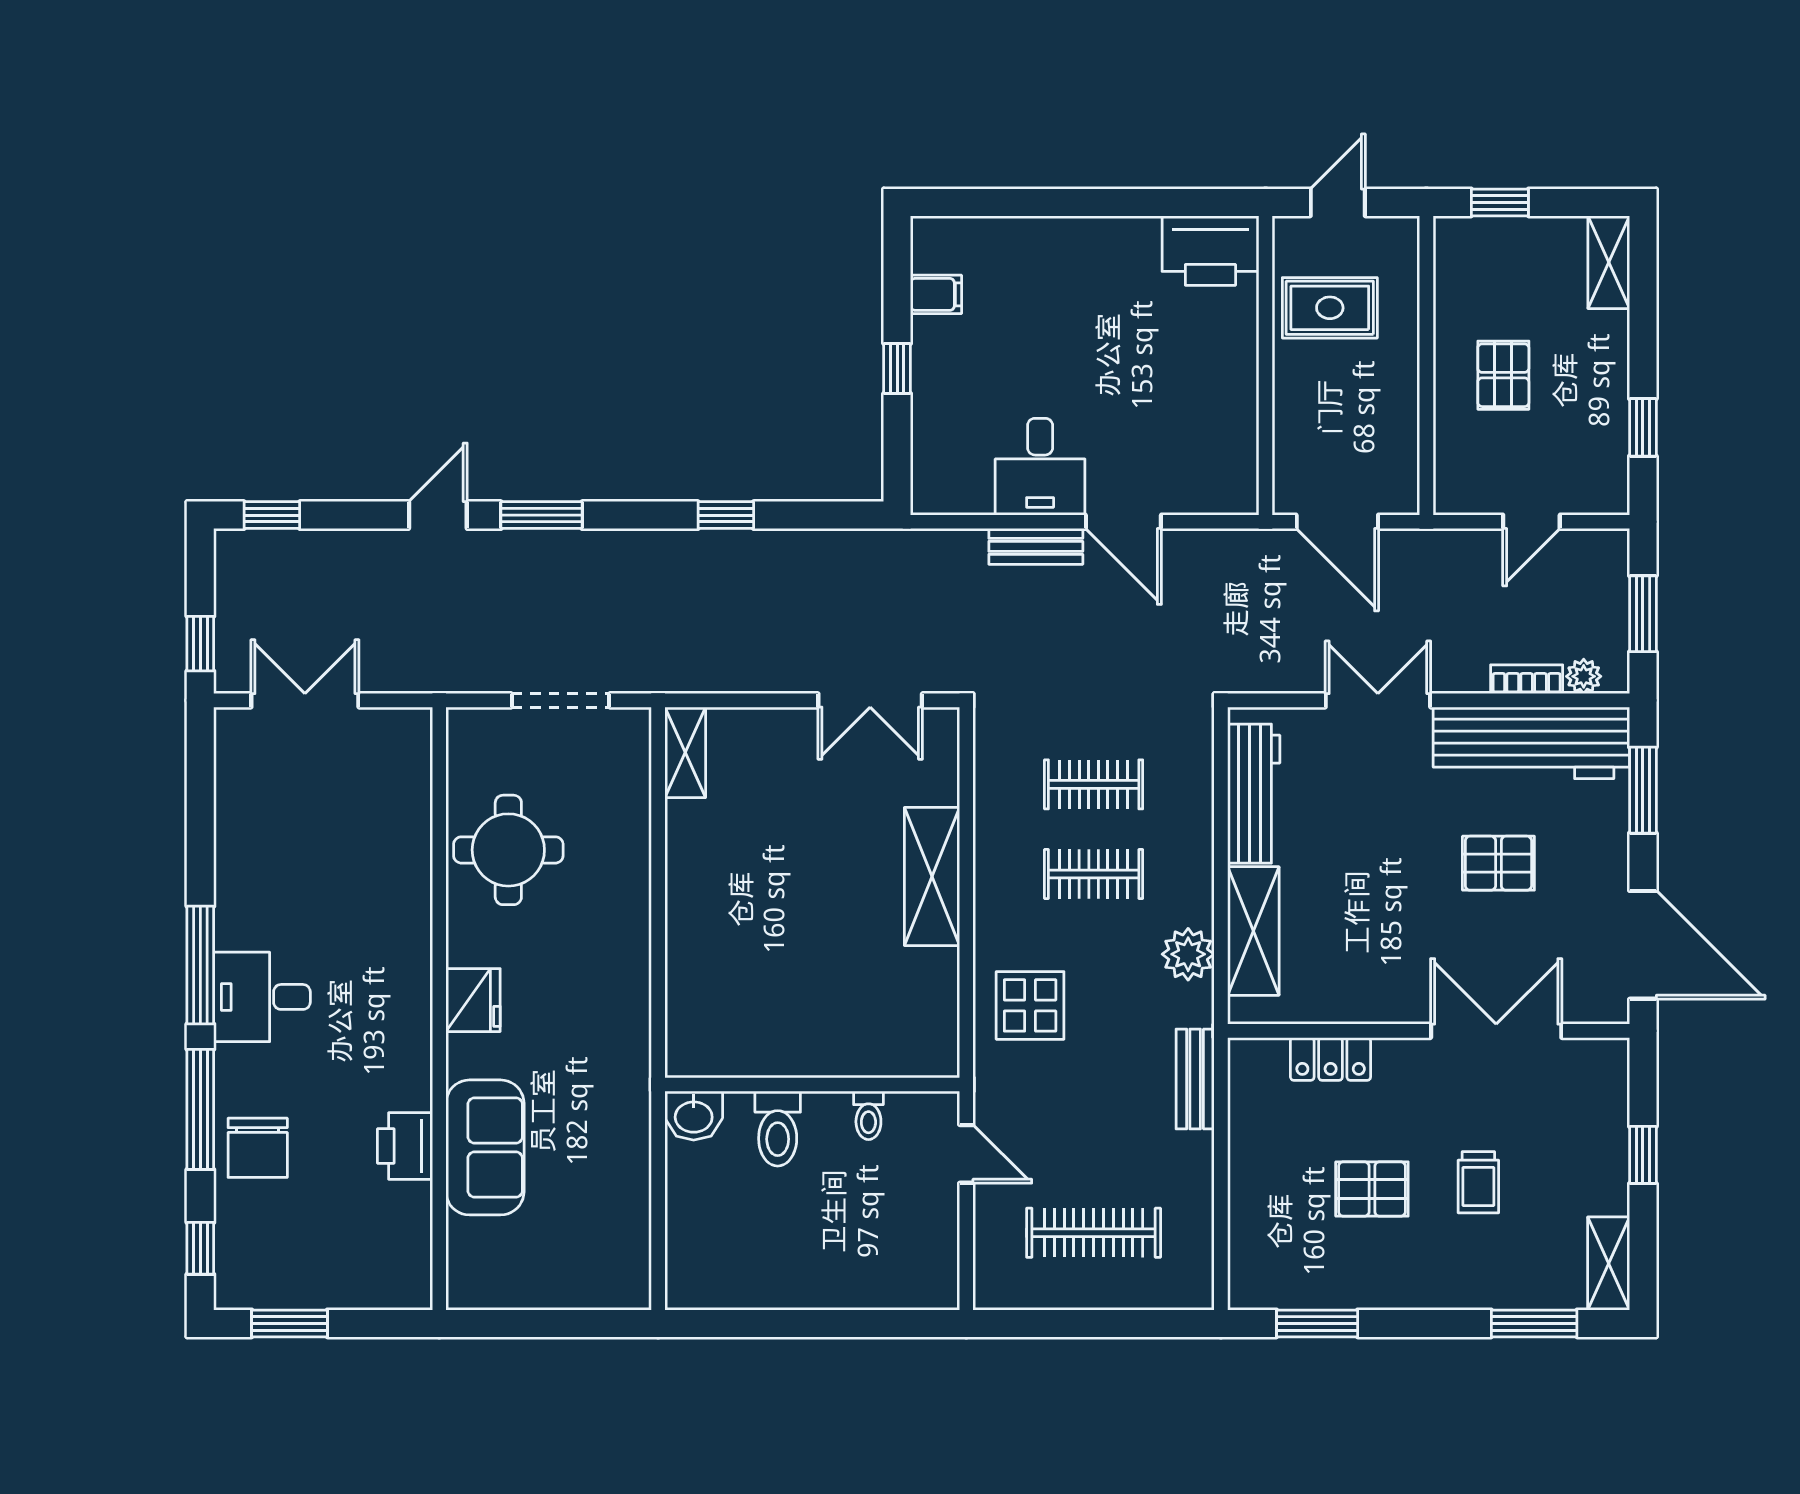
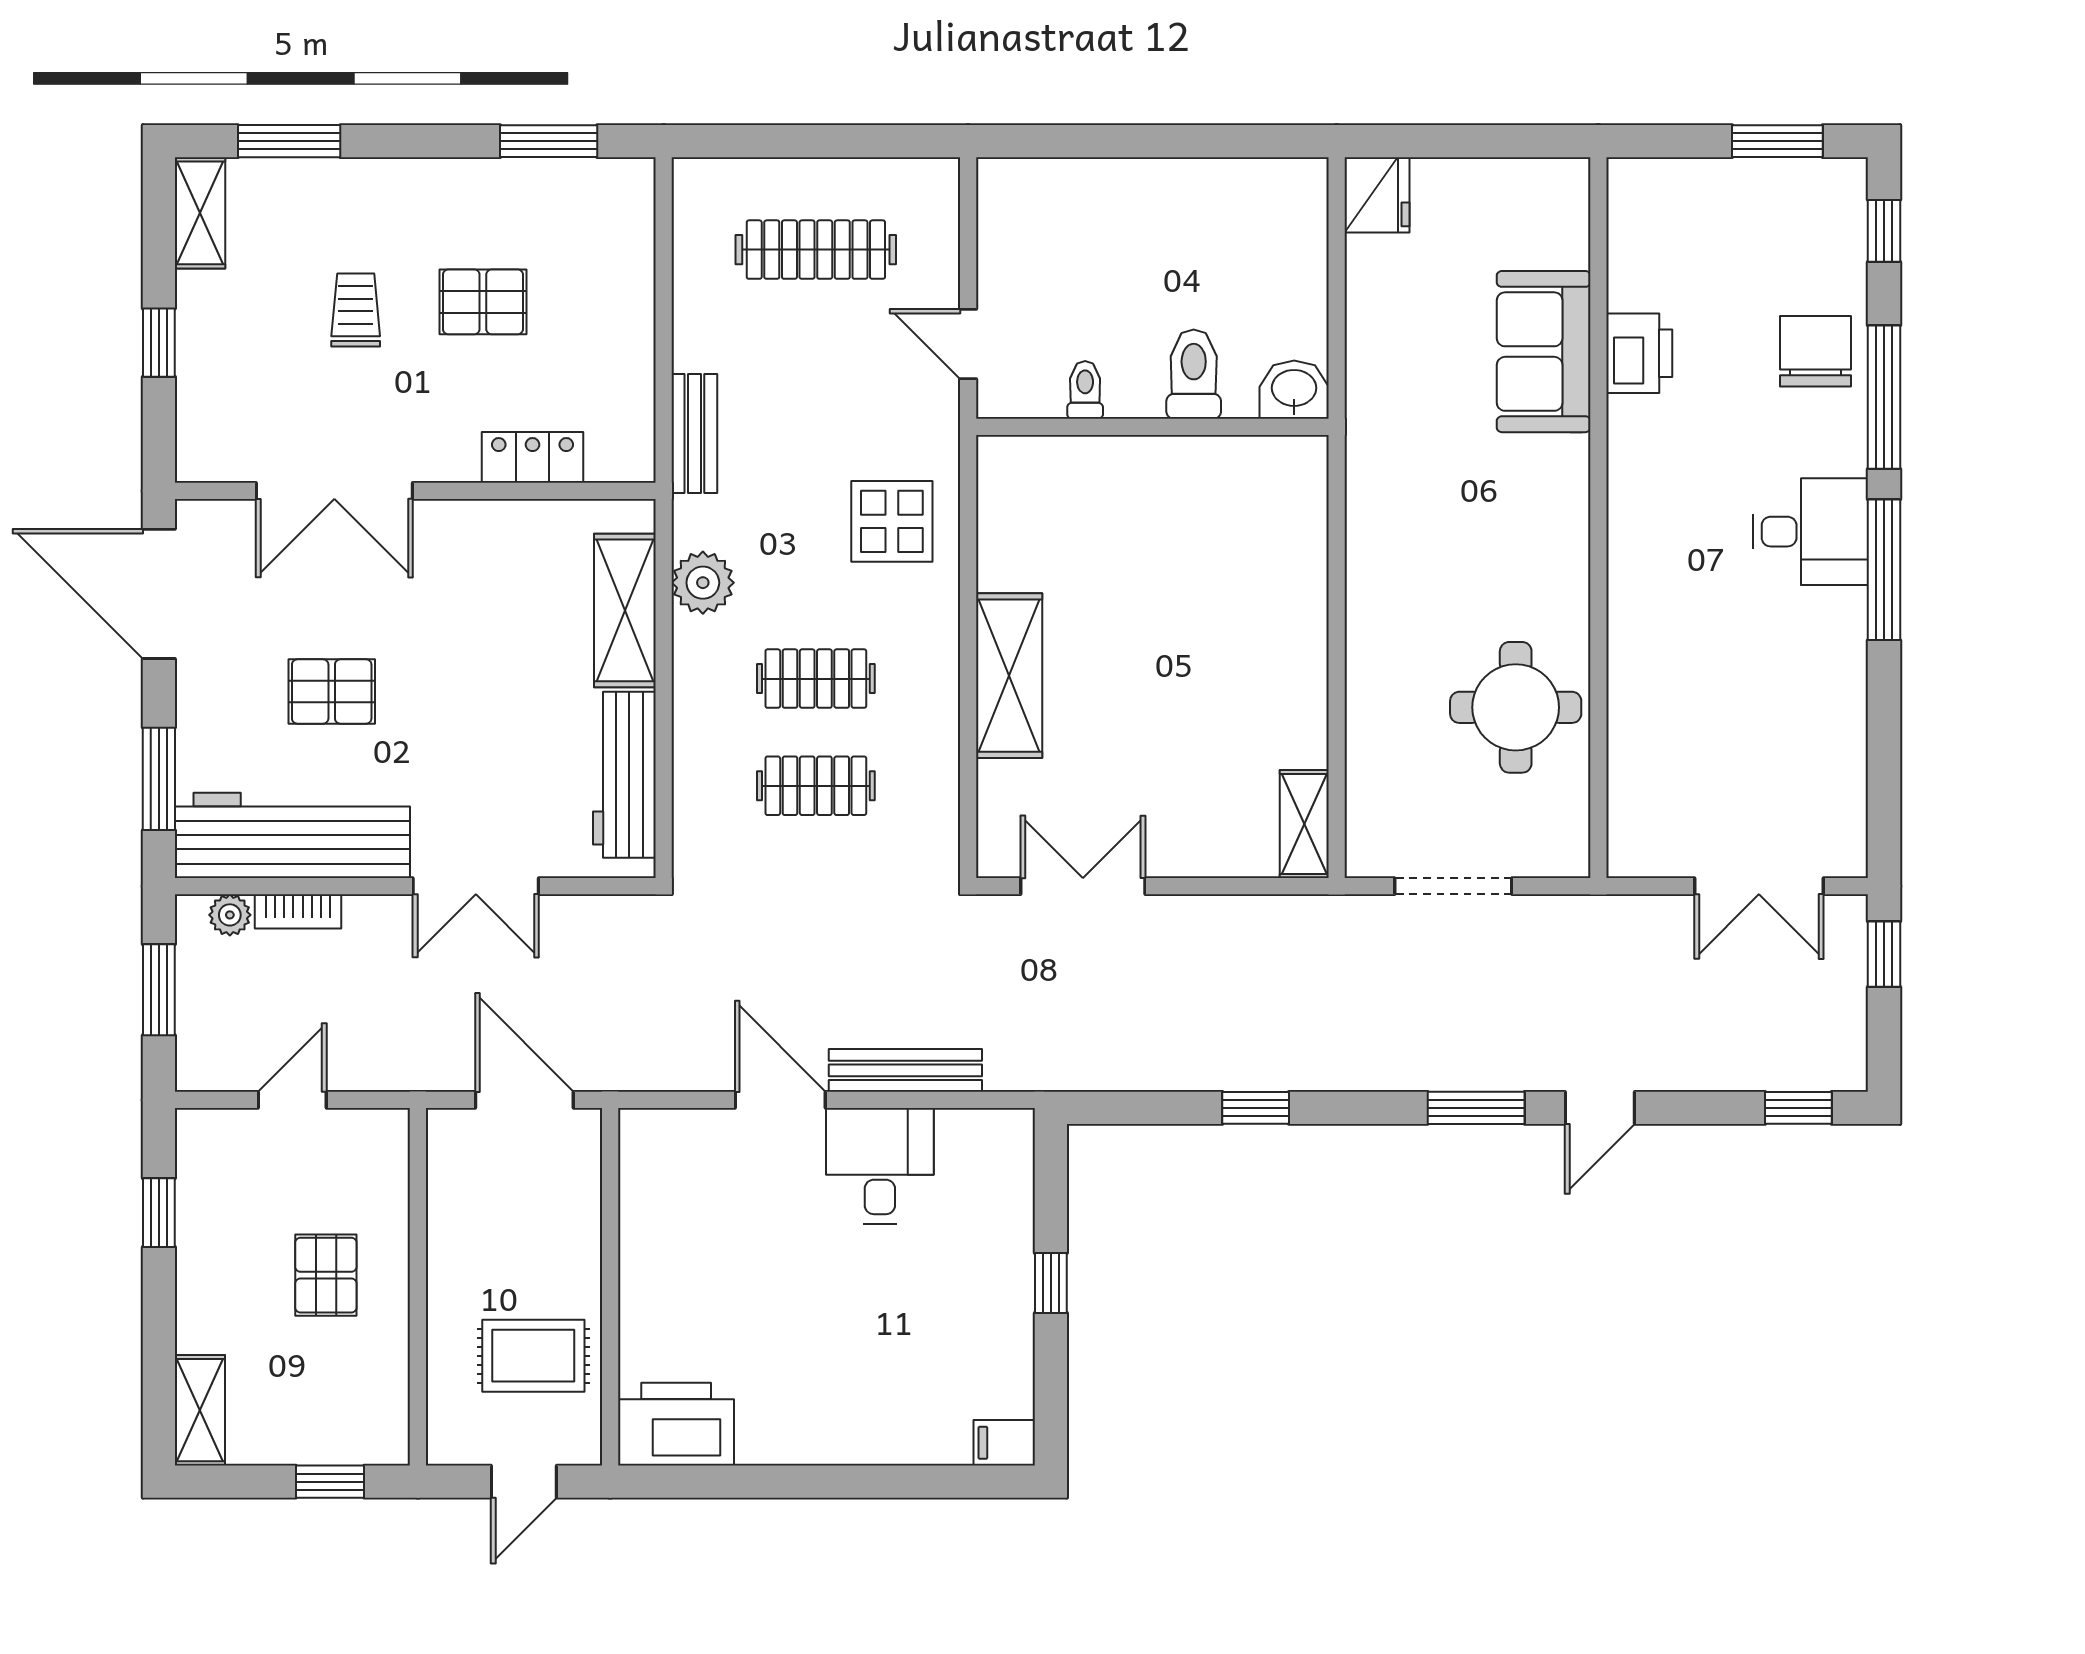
filing cabinet: (936, 294) -> (1004, 1443), moved
bench: (1036, 546) -> (905, 1070), width x1.36
fridge: (473, 1000) -> (1377, 195), moved, turned 180

